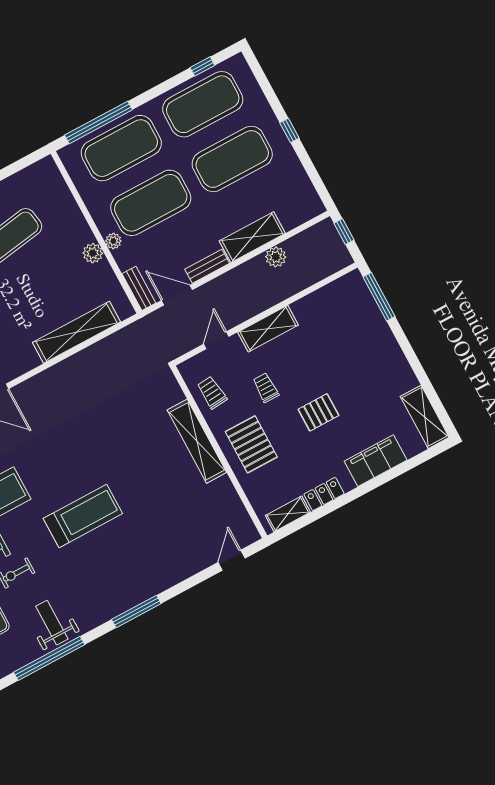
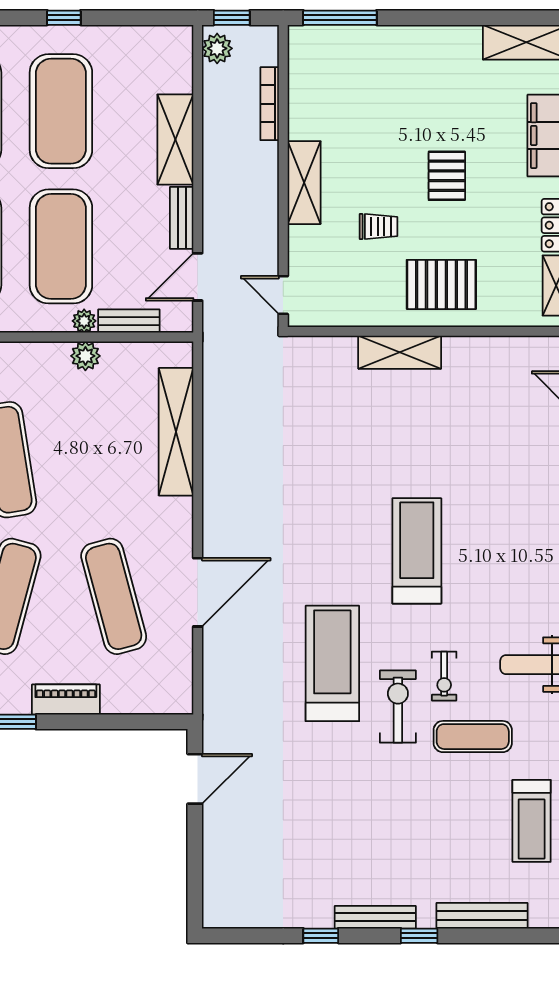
plant: (276, 257) -> (217, 48), moved
bookcase: (304, 282) -> (270, 104), added
bench: (139, 288) -> (129, 321), moved
door: (216, 340) -> (283, 295), moved
trolley: (266, 388) -> (378, 227), turned 180
trolley: (212, 393) -> (347, 299), removed
shelving: (197, 441) -> (400, 352), width x0.68

